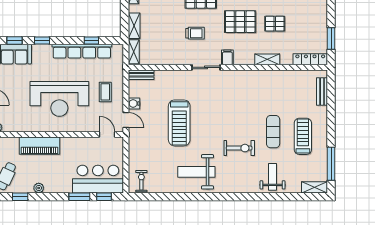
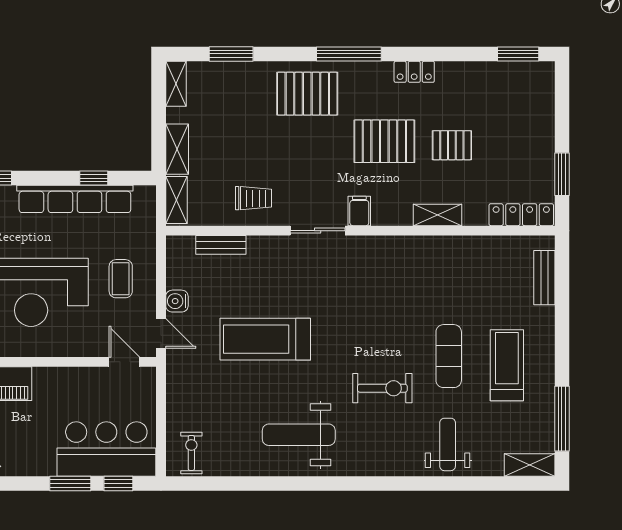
trolley: (195, 33) -> (254, 198), moved
bench: (141, 75) -> (221, 245), moved
treadmill: (179, 123) -> (265, 339), turned 90

